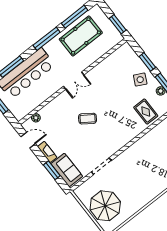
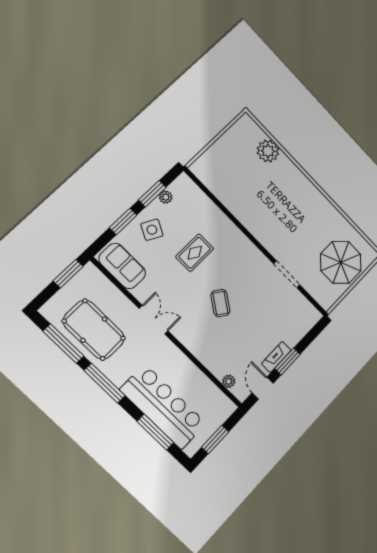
double door: (74, 81) -> (154, 320), moved
rug: (146, 112) -> (195, 253), moved
window: (52, 170) -> (287, 361), moved
sofa: (67, 170) -> (122, 266), moved, turned 90

